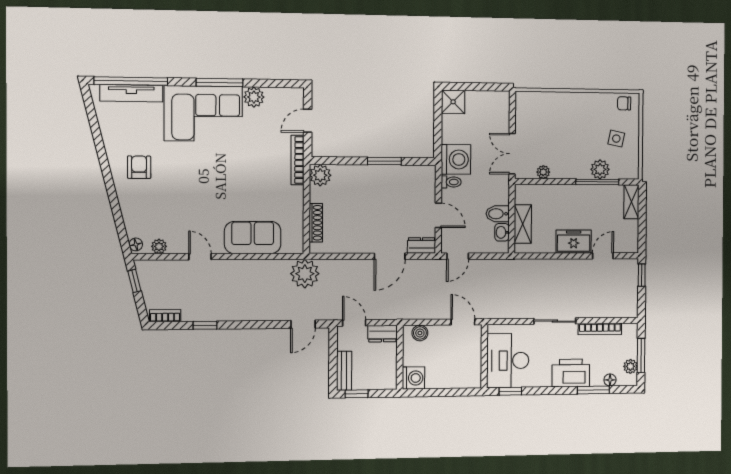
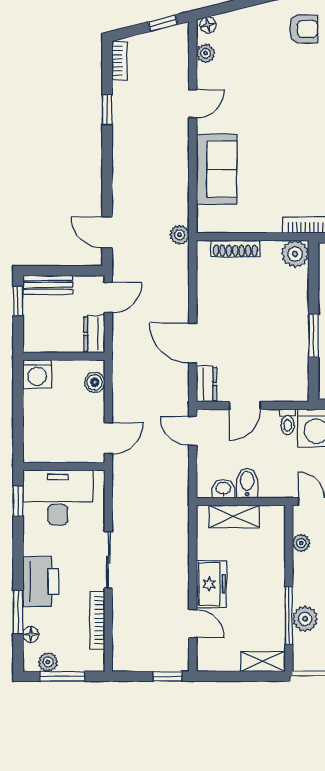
plant: (305, 274) -> (180, 235), width x0.53, depth x0.53

